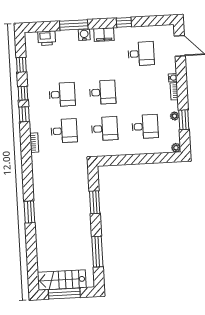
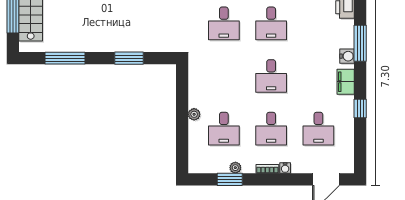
desk: (105, 129) -> (271, 129), moved
plant: (176, 148) -> (194, 114), moved

